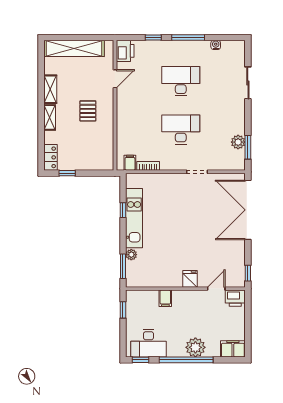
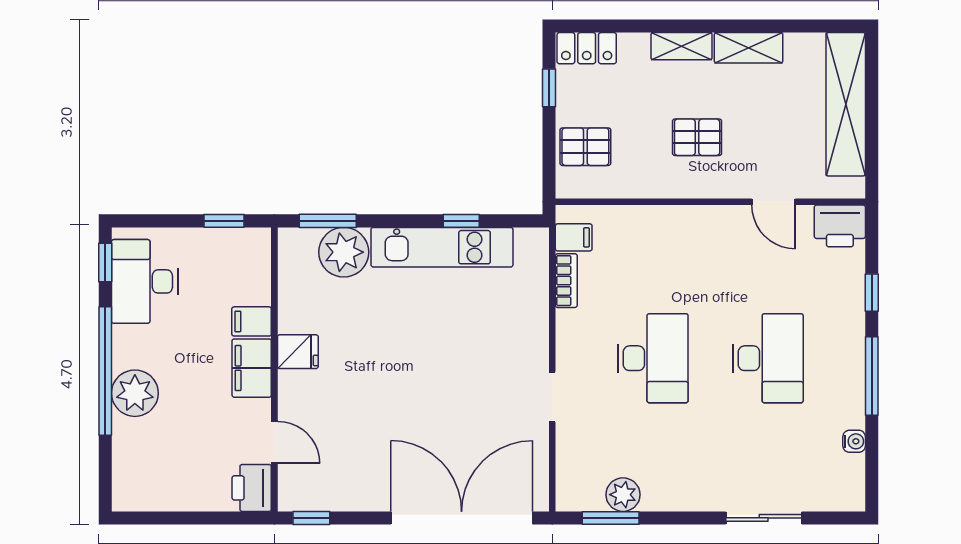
pallet: (92, 158) -> (585, 147), added
plant: (131, 255) -> (344, 252), width x1.88, depth x1.88
fridge: (190, 279) -> (298, 352), moved
filing cabinet: (233, 349) -> (252, 368), moved, turned 180

